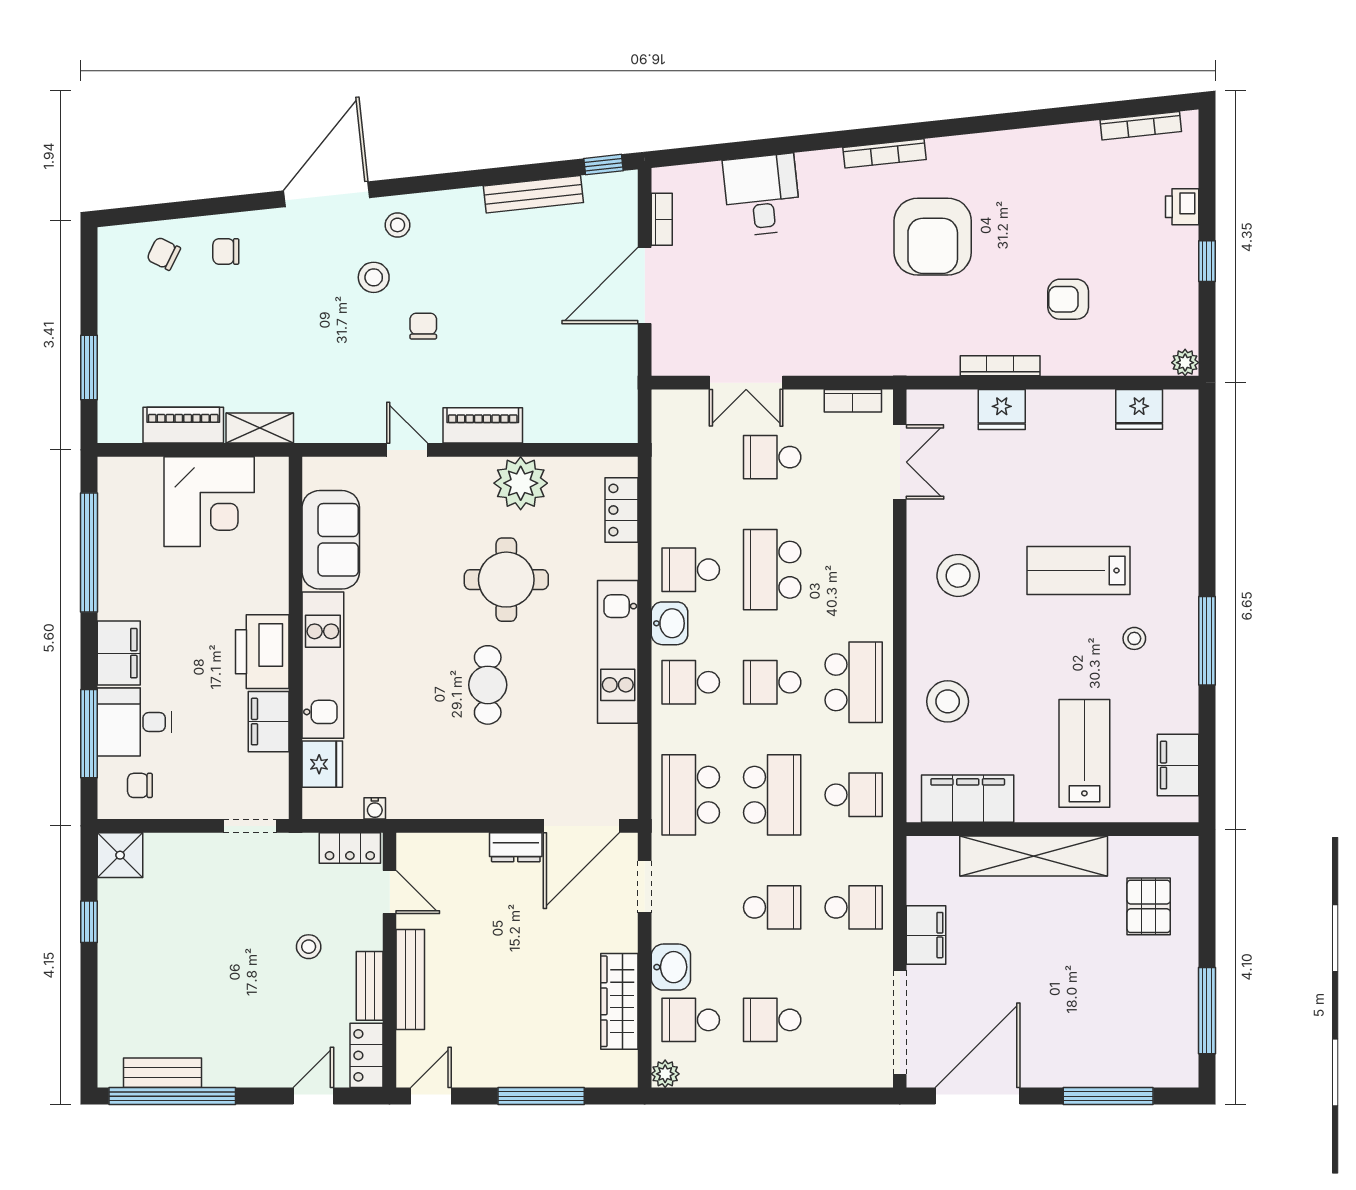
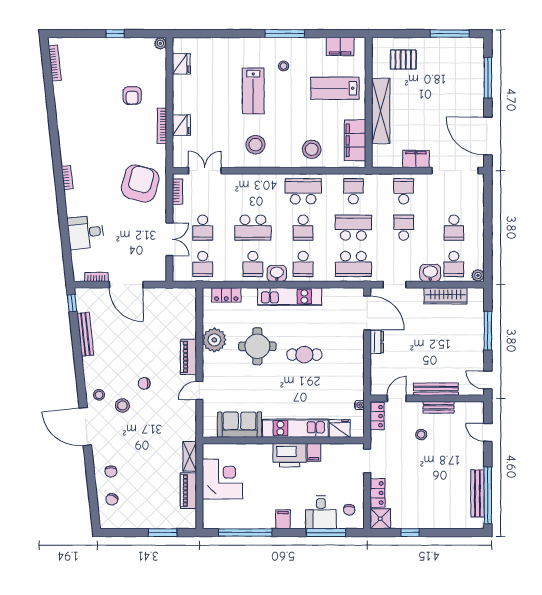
bookcase: (884, 153) -> (67, 177), width x0.64
printer: (1182, 207) -> (91, 45), removed
armchair: (933, 237) -> (140, 183), moved, turned -75
school desk: (691, 457) -> (203, 264), added
filing cabinet: (119, 653) -> (283, 519), width x0.50
filing cabinet: (269, 722) -> (314, 452), width x0.50
locker: (366, 1055) -> (377, 493), moved, turned -90
bench: (163, 1073) -> (477, 493), width x1.36

